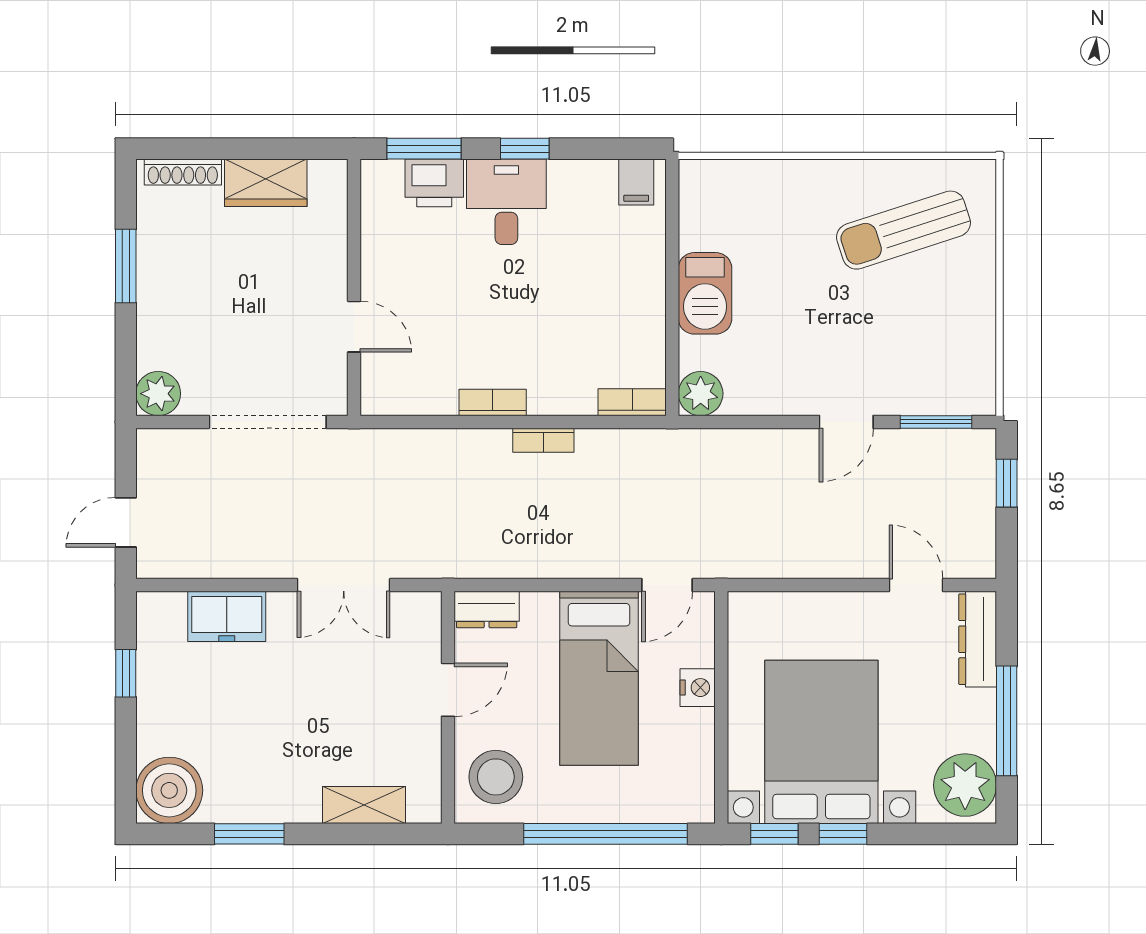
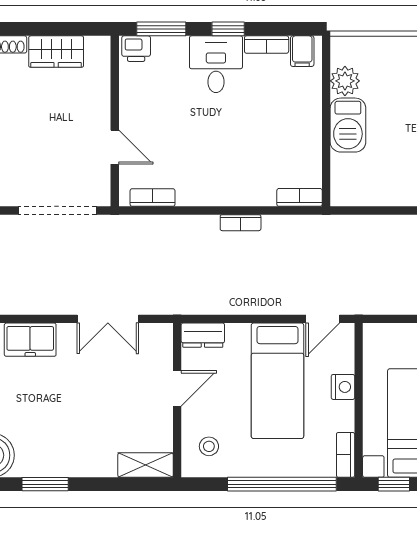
bookcase: (582, 172) -> (267, 45), added
printer: (434, 183) -> (136, 49), moved, width x0.73, depth x0.81
plant: (701, 394) -> (345, 81), moved
bookcase: (493, 402) -> (153, 198), moved
stool: (496, 777) -> (209, 446), width x0.53, depth x0.53
bookcase: (701, 790) -> (346, 455), added
shelving: (364, 805) -> (146, 465), moved

